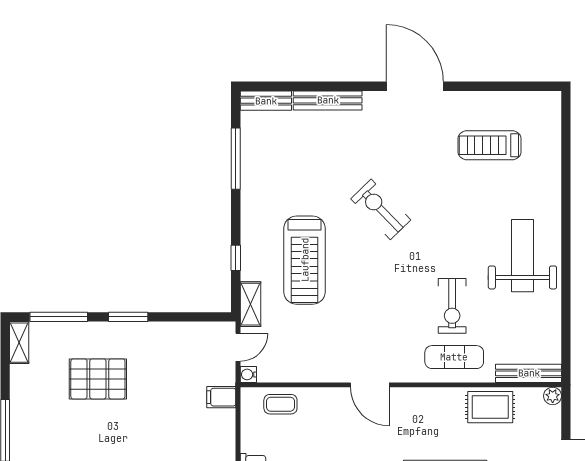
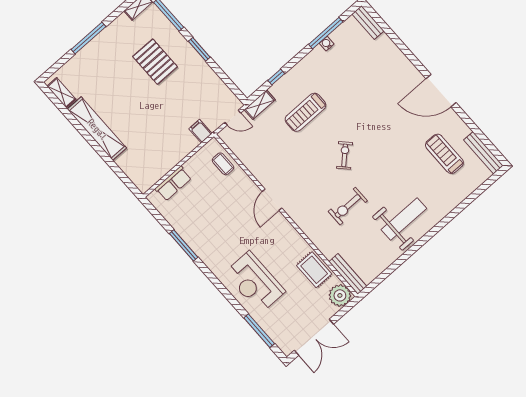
door: (415, 86) -> (441, 91), swing flipped
bench: (328, 100) -> (483, 153), moved
exercise bike: (381, 209) -> (345, 155), moved, width x0.73, depth x0.72
treadmill: (305, 260) -> (305, 112), width x0.73, depth x0.73
exercise mat: (454, 357) -> (323, 230), removed
water cooler: (248, 374) -> (327, 44), moved
plant: (553, 396) -> (340, 295), width x1.88, depth x1.88

